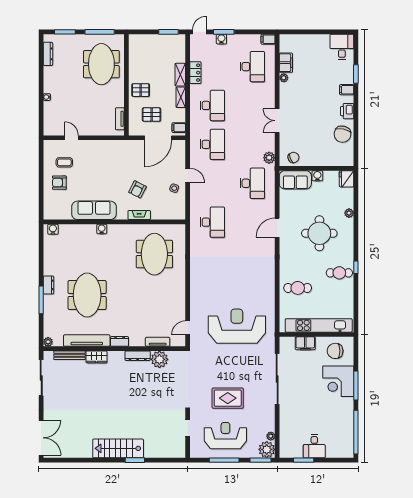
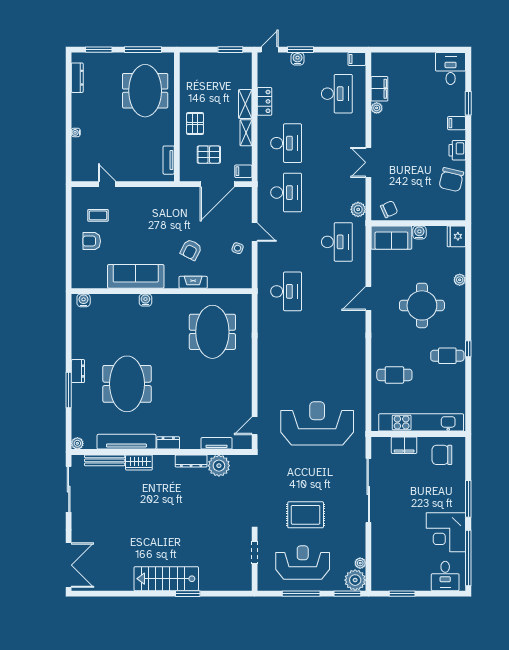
pallet: (141, 90) -> (195, 124), turned 90
corner desk: (338, 381) -> (446, 532), moved
desk: (314, 446) -> (445, 576), moved

